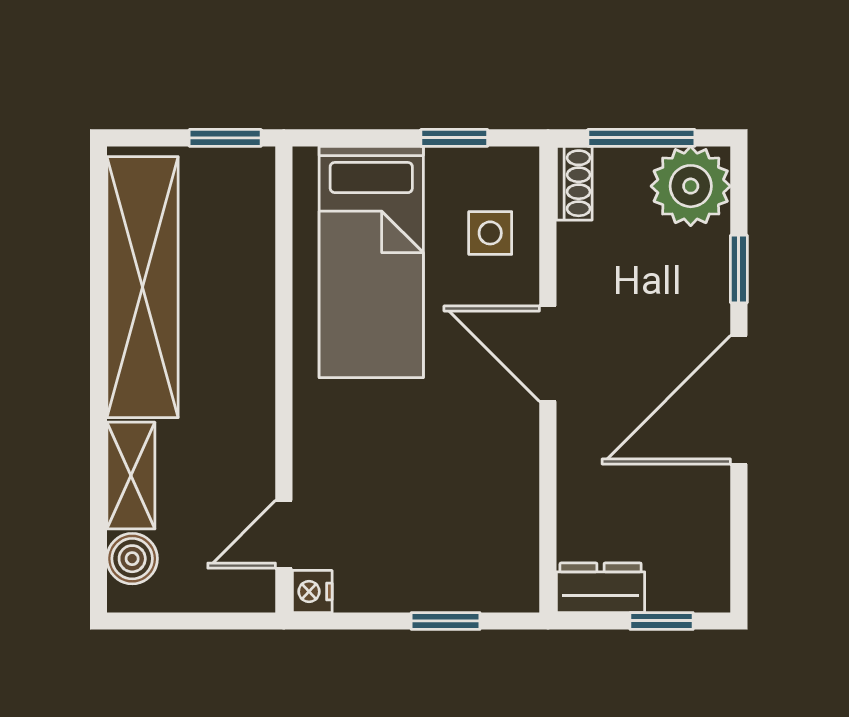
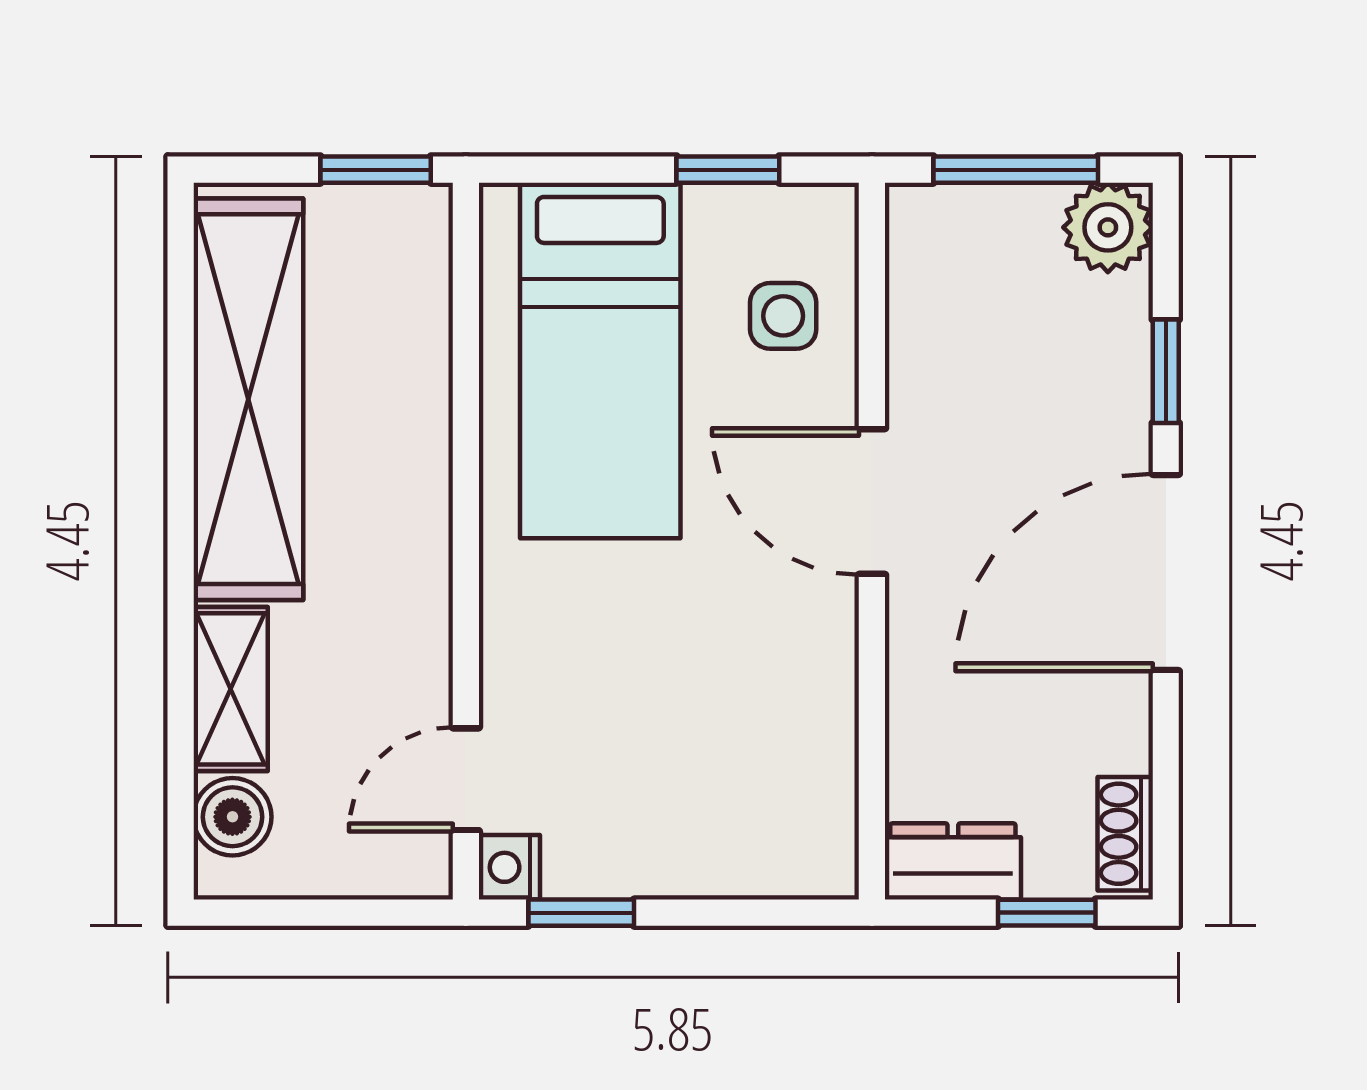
shoe rack: (574, 183) -> (1125, 834), moved, turned 180
plant: (691, 186) -> (1108, 227), width x0.73, depth x0.73
window: (446, 621) -> (581, 913), moved

